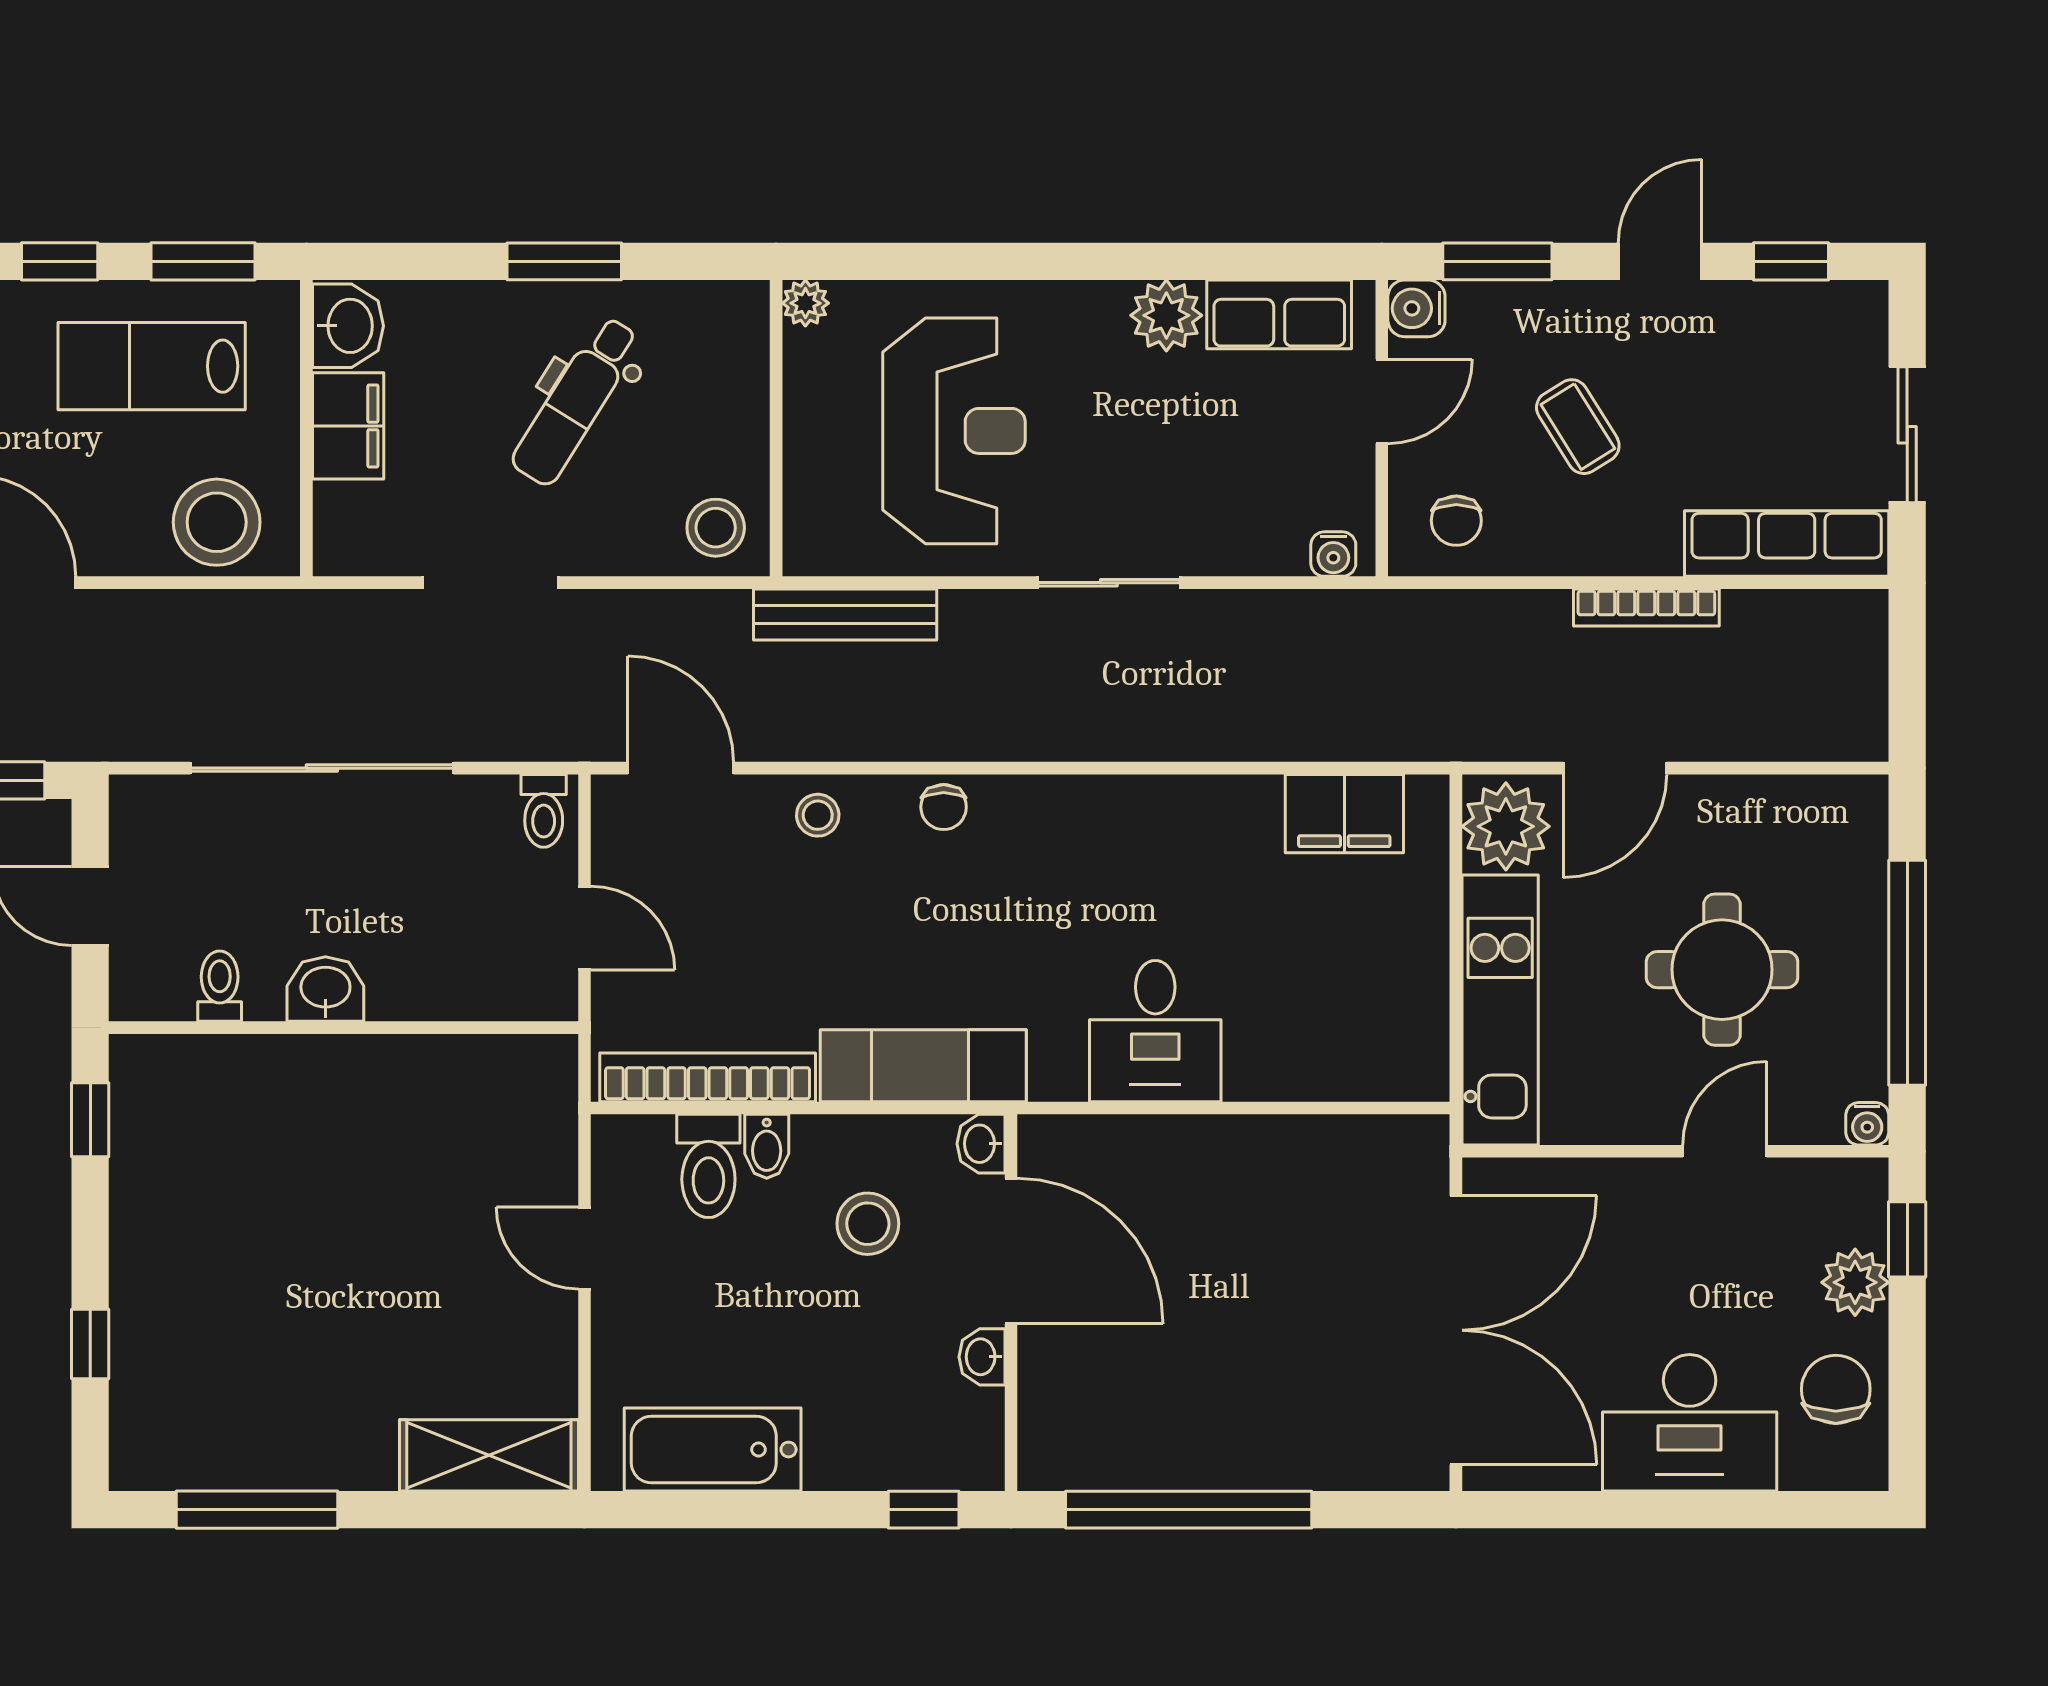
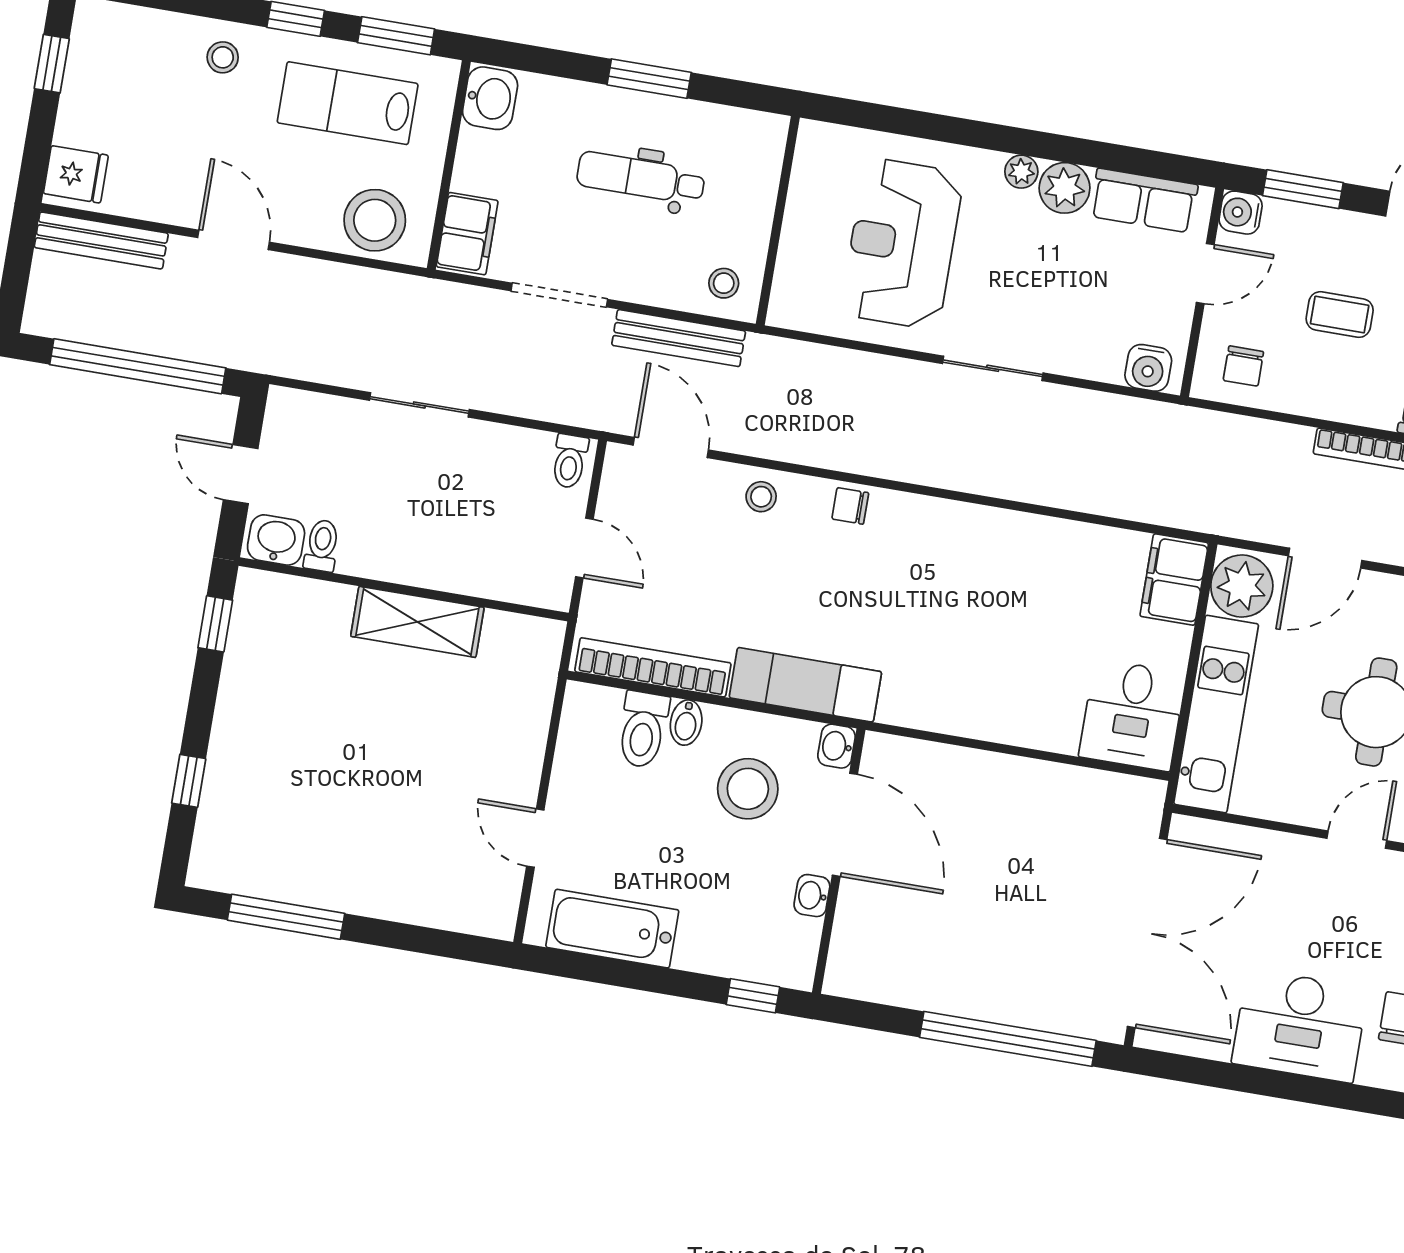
plant: (805, 303) -> (1021, 172), moved
dental chair: (576, 401) -> (641, 178), turned 58
filing cabinet: (348, 426) -> (467, 234), moved
coffee table: (1578, 427) -> (1340, 315), turned -58
reception desk: (954, 431) -> (902, 244), turned 180
stool: (716, 528) -> (724, 283), width x0.73, depth x0.73
water cooler: (1333, 554) -> (1148, 368), width x1.38, depth x1.38
bench: (845, 614) -> (679, 338), moved
sliding door: (322, 768) -> (419, 405), width x0.54
chair: (944, 807) -> (850, 506), turned 90
filing cabinet: (1344, 814) -> (1174, 580), moved, turned 90
washbasin: (325, 989) -> (276, 540), moved
desk: (1155, 1031) -> (1132, 715), moved
stool: (868, 1224) -> (748, 789), width x1.38, depth x1.38
door: (584, 1248) -> (535, 838), moved
shelving: (489, 1455) -> (417, 622), moved
window: (1189, 1510) -> (1008, 1039), moved

